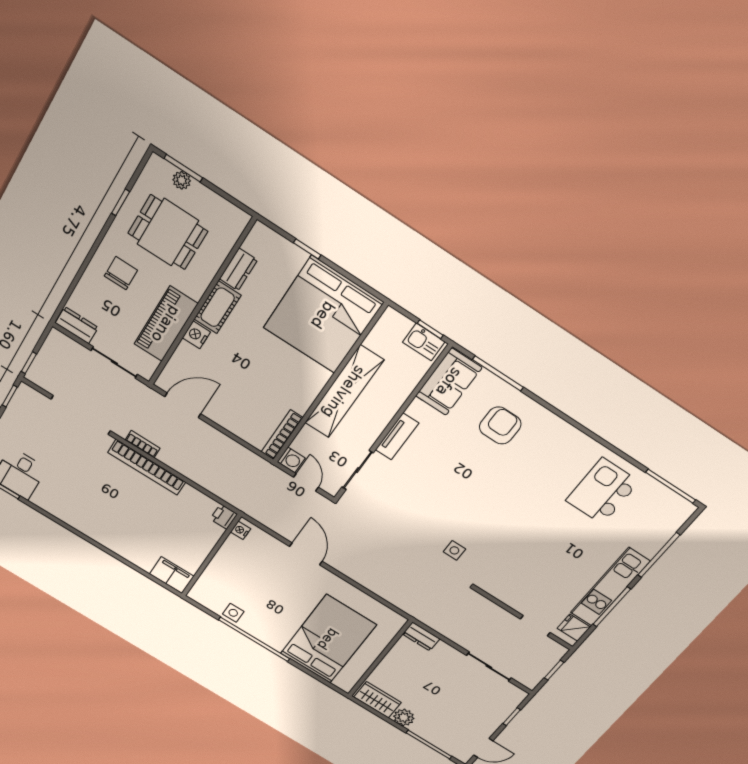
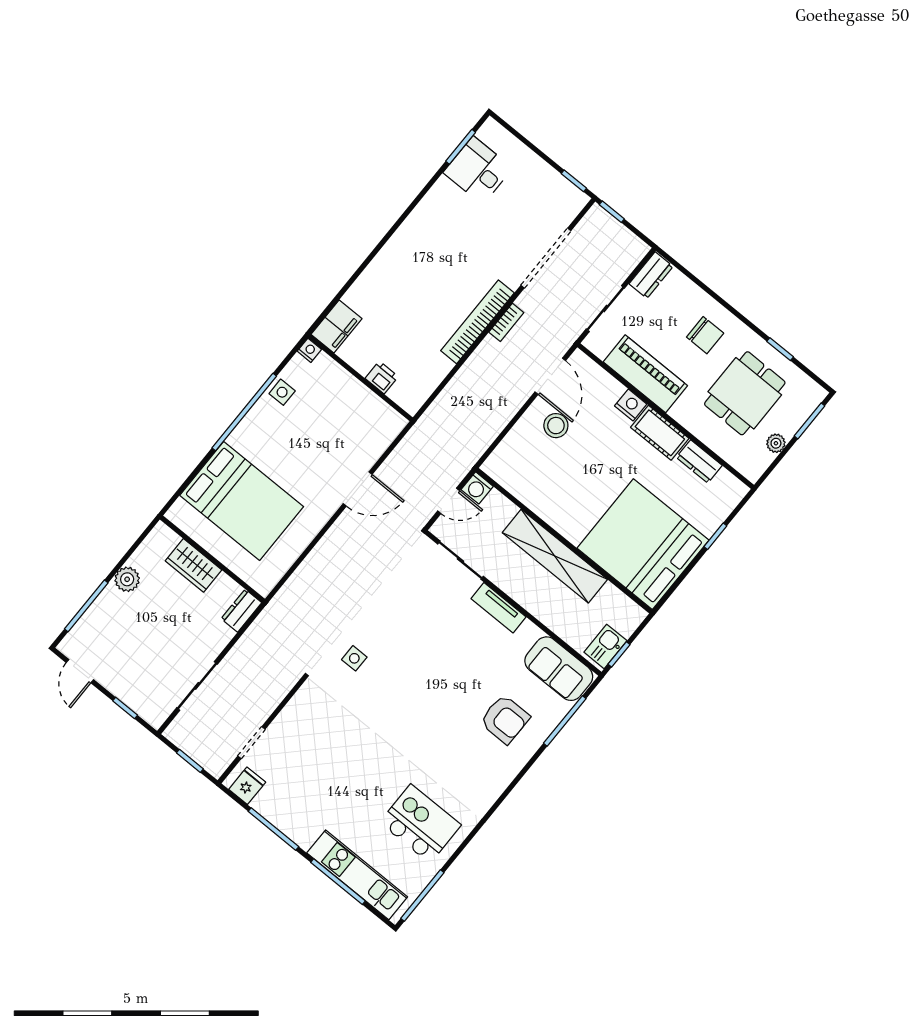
plant: (182, 180) -> (776, 443), moved
stool: (226, 398) -> (556, 426), added
bookcase: (282, 435) -> (508, 482), removed
printer: (224, 517) -> (382, 377), moved
nightstand: (241, 530) -> (309, 350), moved
kitchen unit: (610, 587) -> (357, 875), moved
wardrobe: (377, 700) -> (193, 565), moved, turned 90

